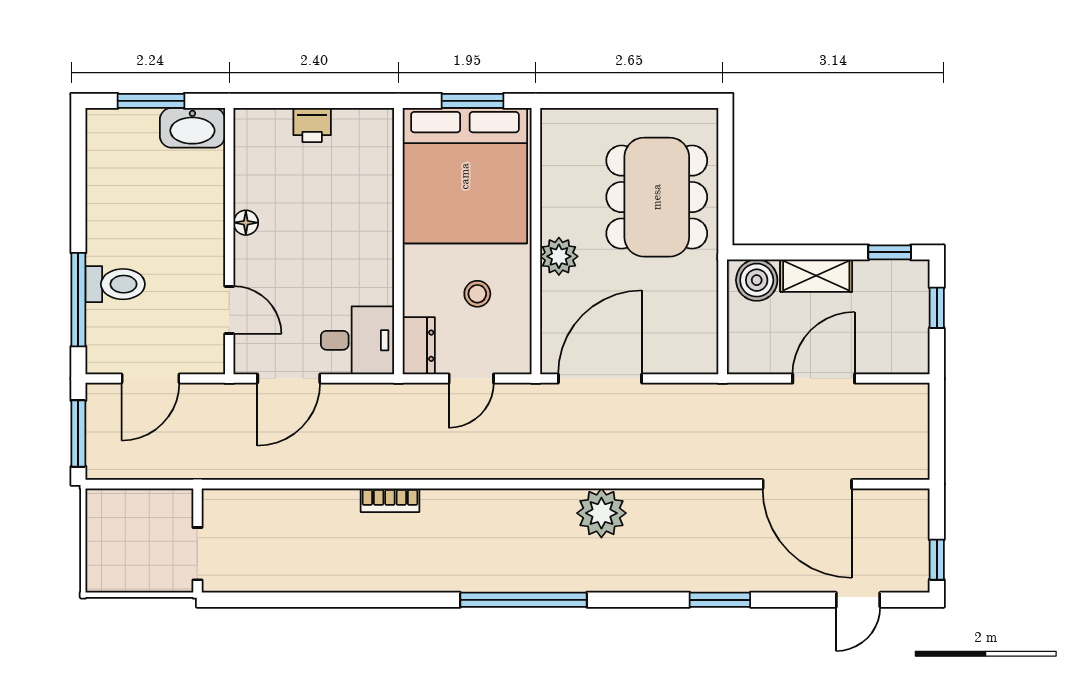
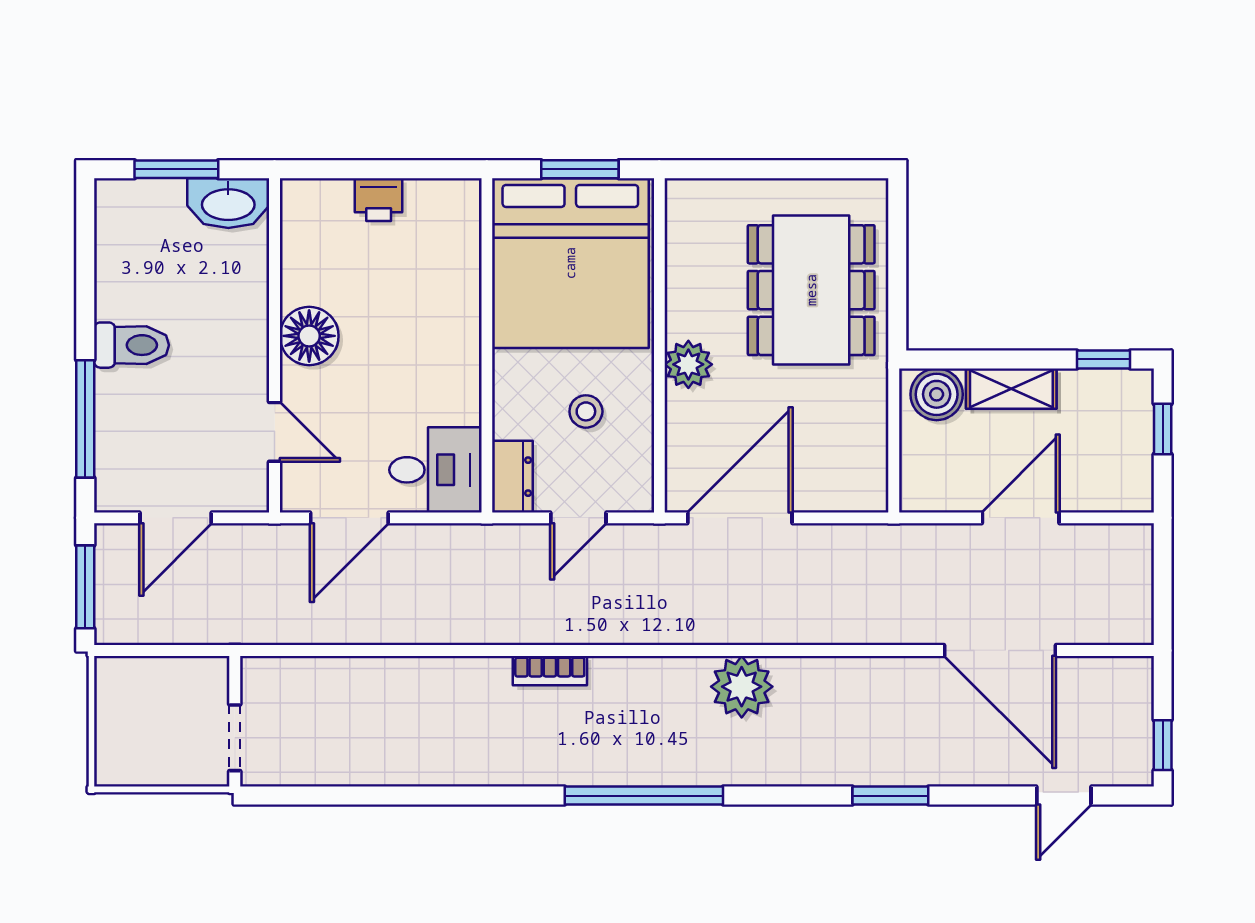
floor lamp: (246, 223) -> (309, 336), width x1.89, depth x1.89
toilet: (115, 284) -> (131, 345), moved
bookcase: (390, 500) -> (550, 671), moved

